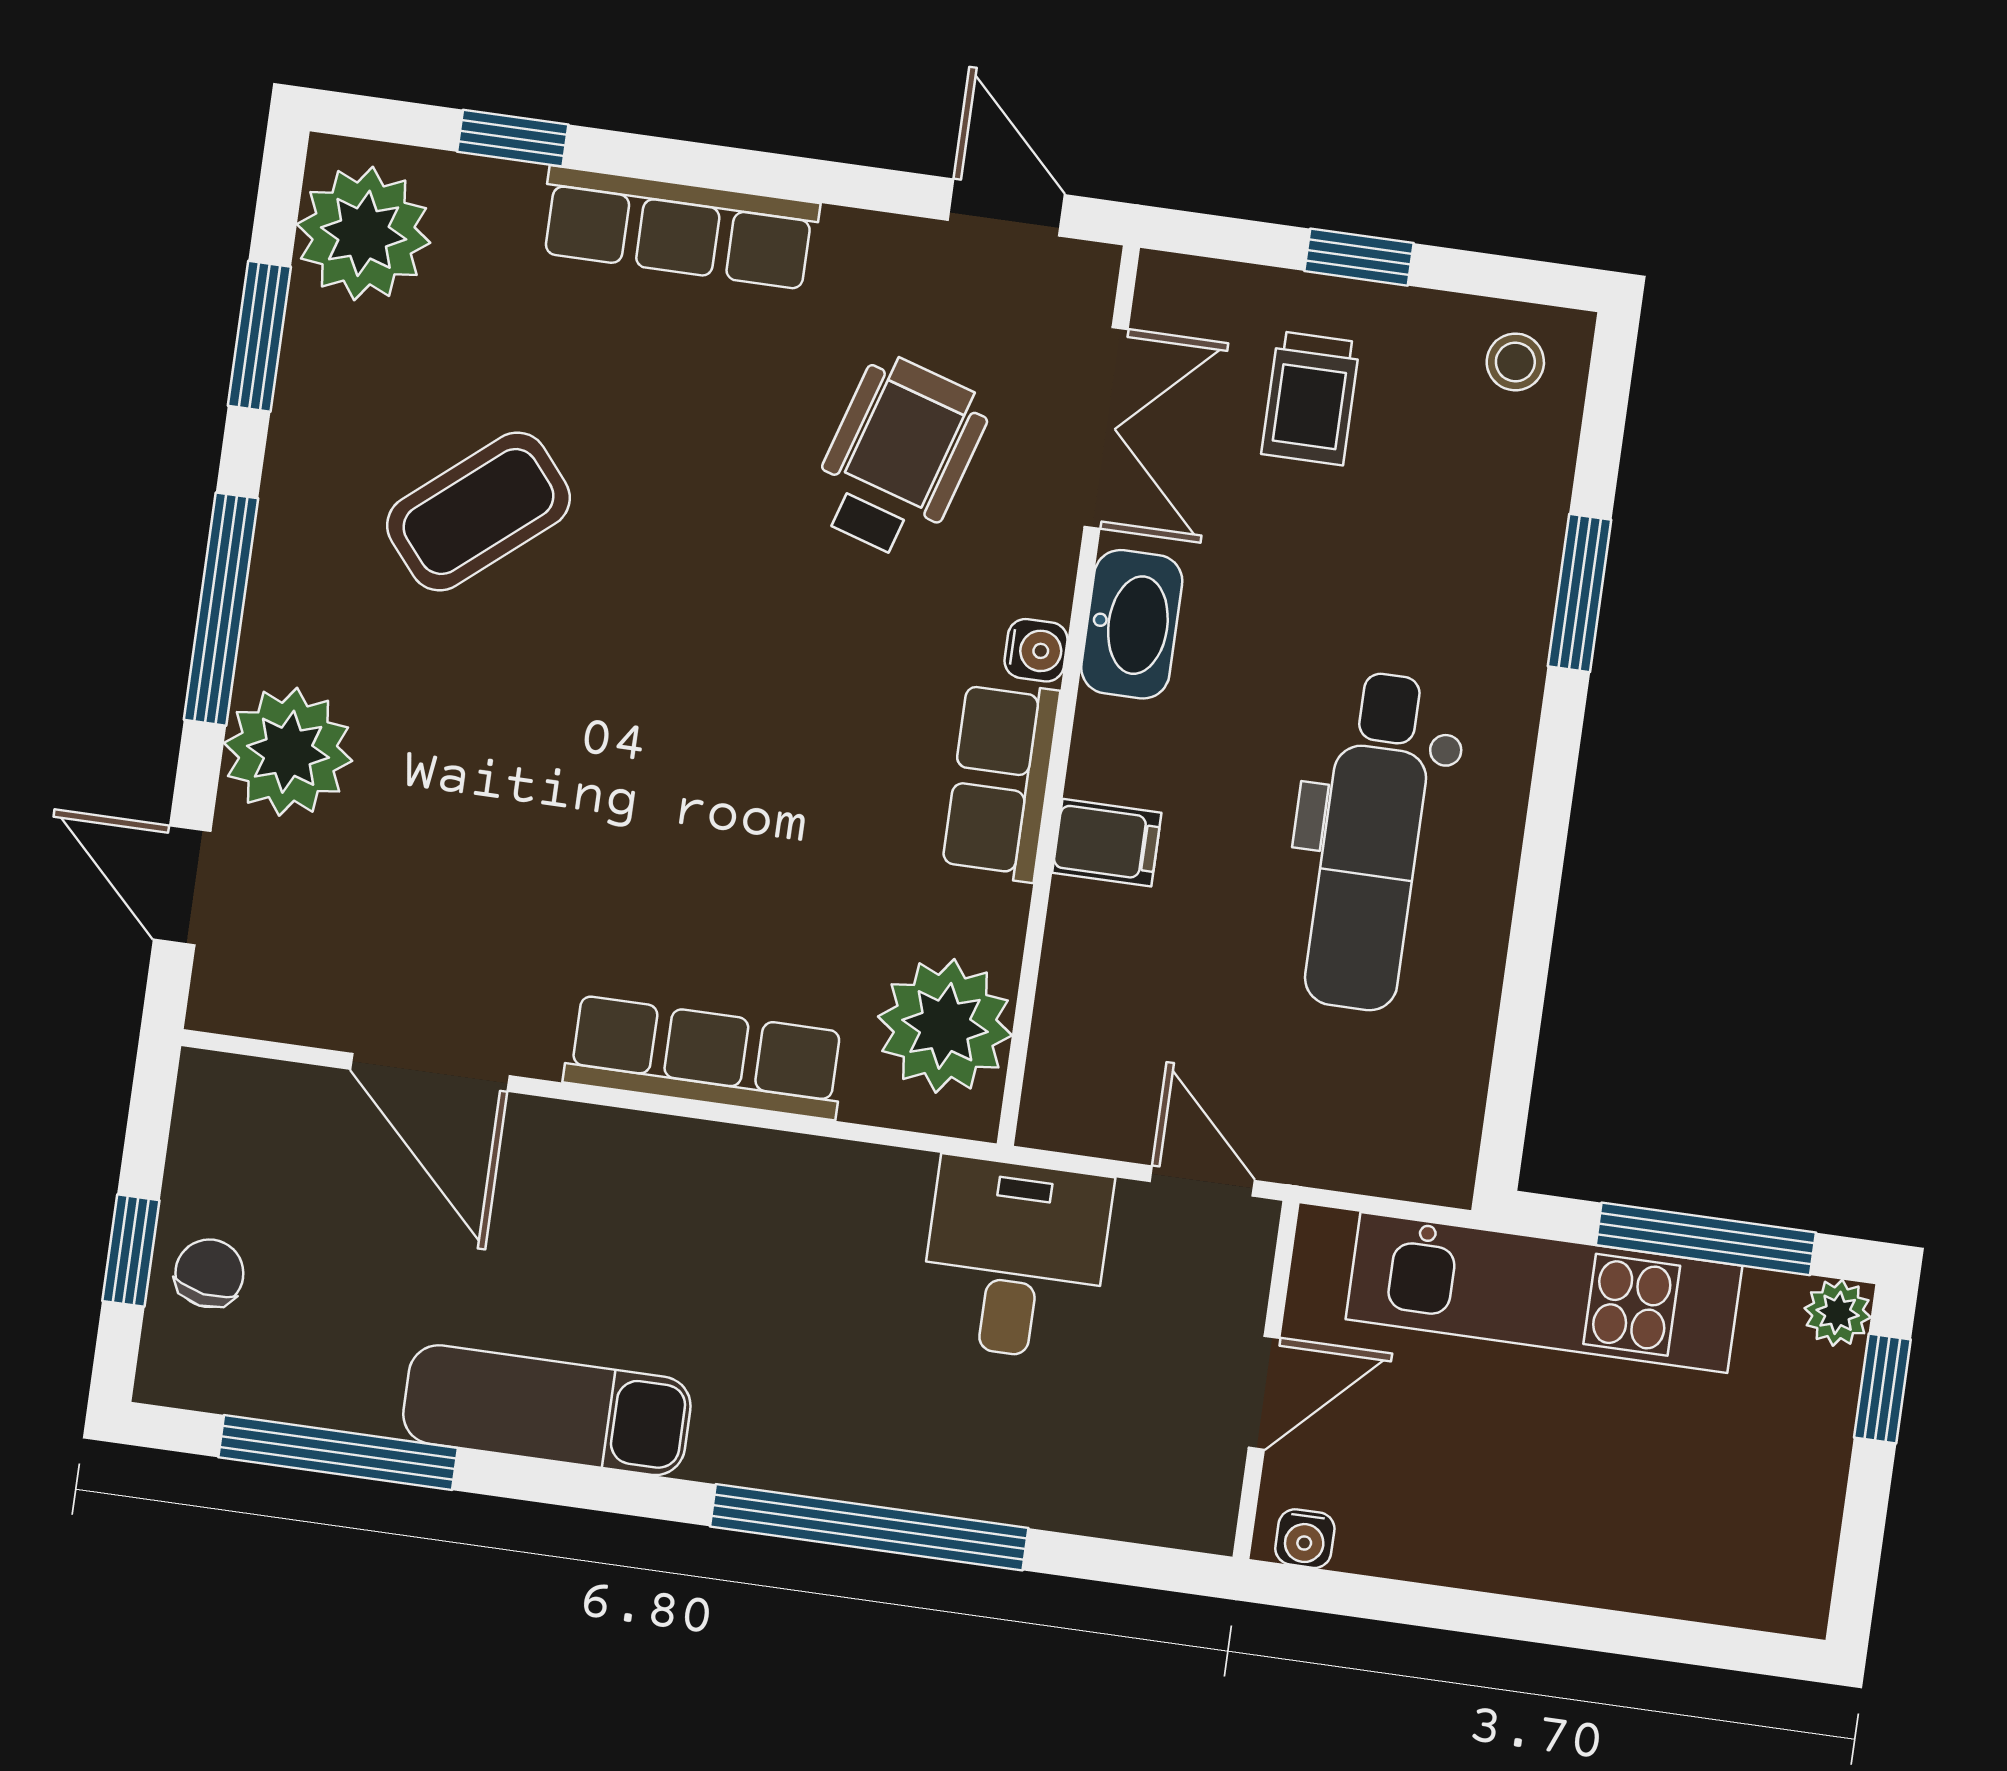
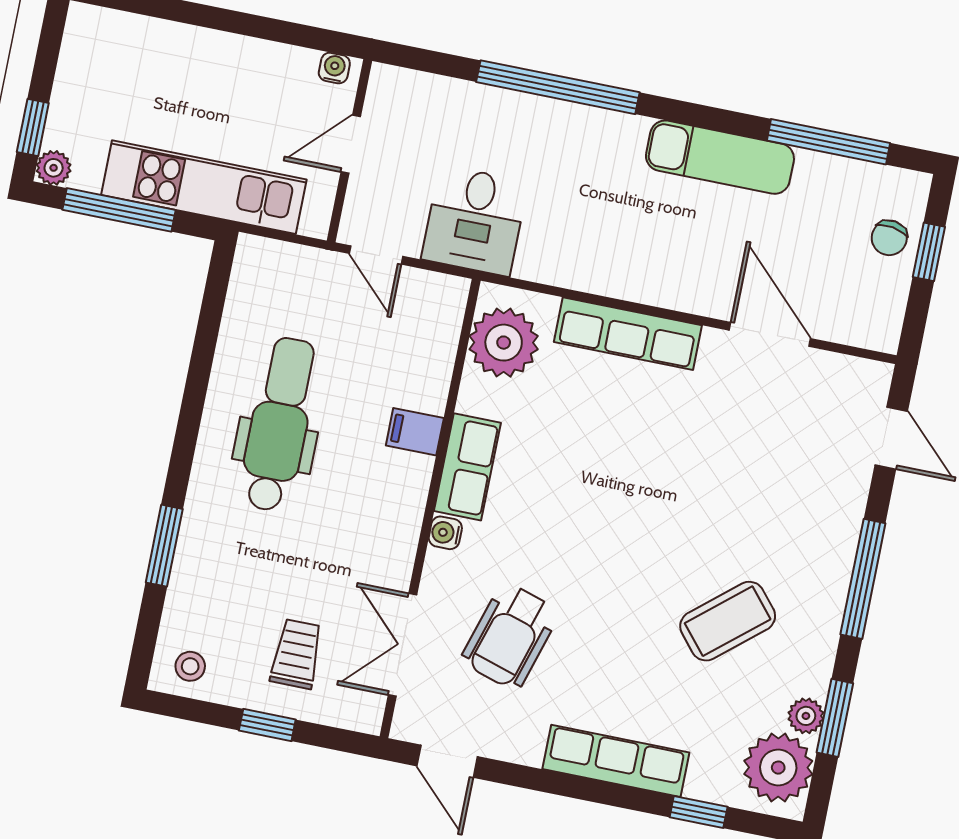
washbasin: (1132, 624) -> (395, 543), removed
plant: (288, 752) -> (806, 716), moved, width x0.53, depth x0.53

